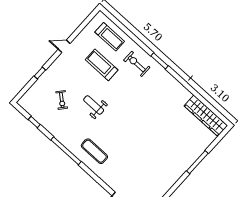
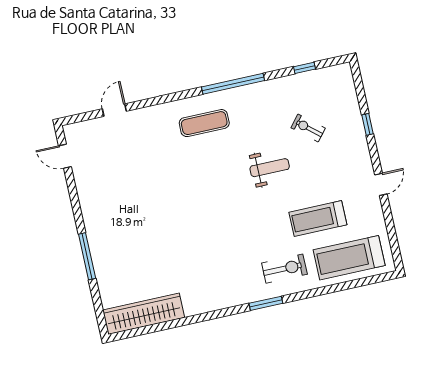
treadmill: (110, 37) -> (349, 258), width x1.37, depth x1.38
treadmill: (102, 65) -> (318, 219), turned 180

